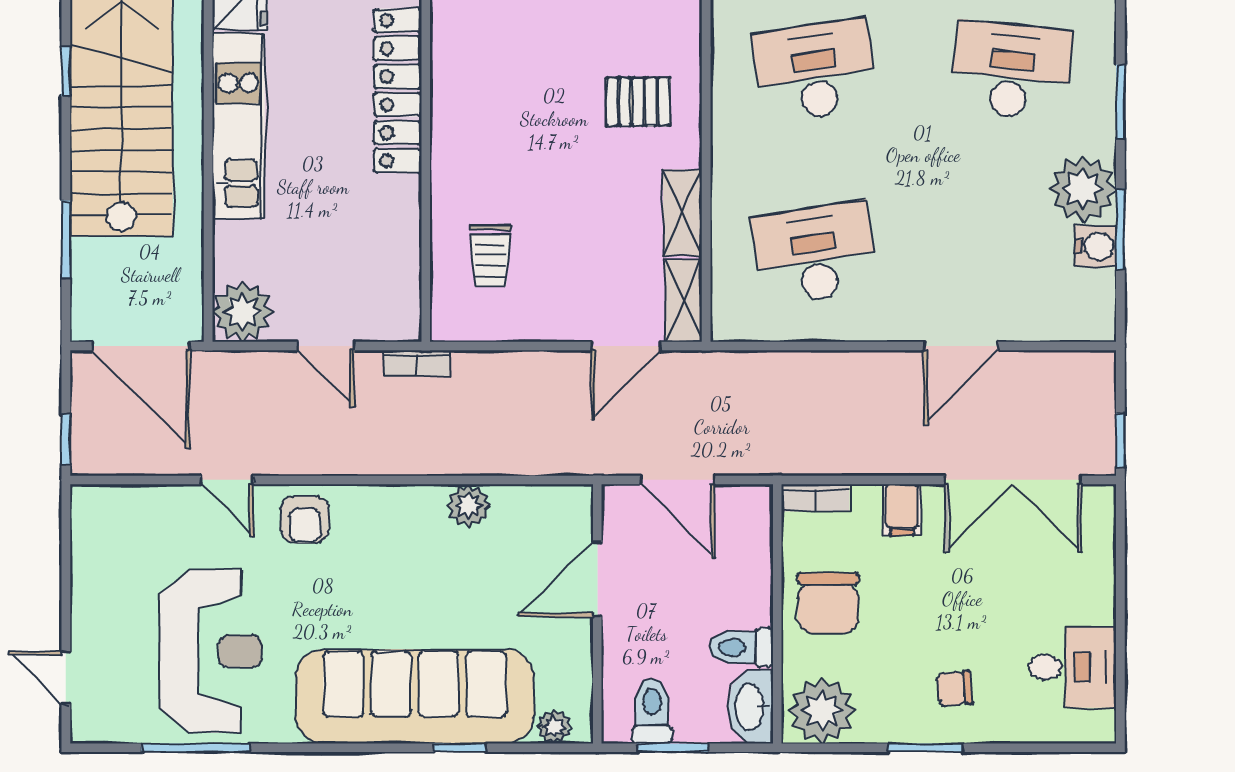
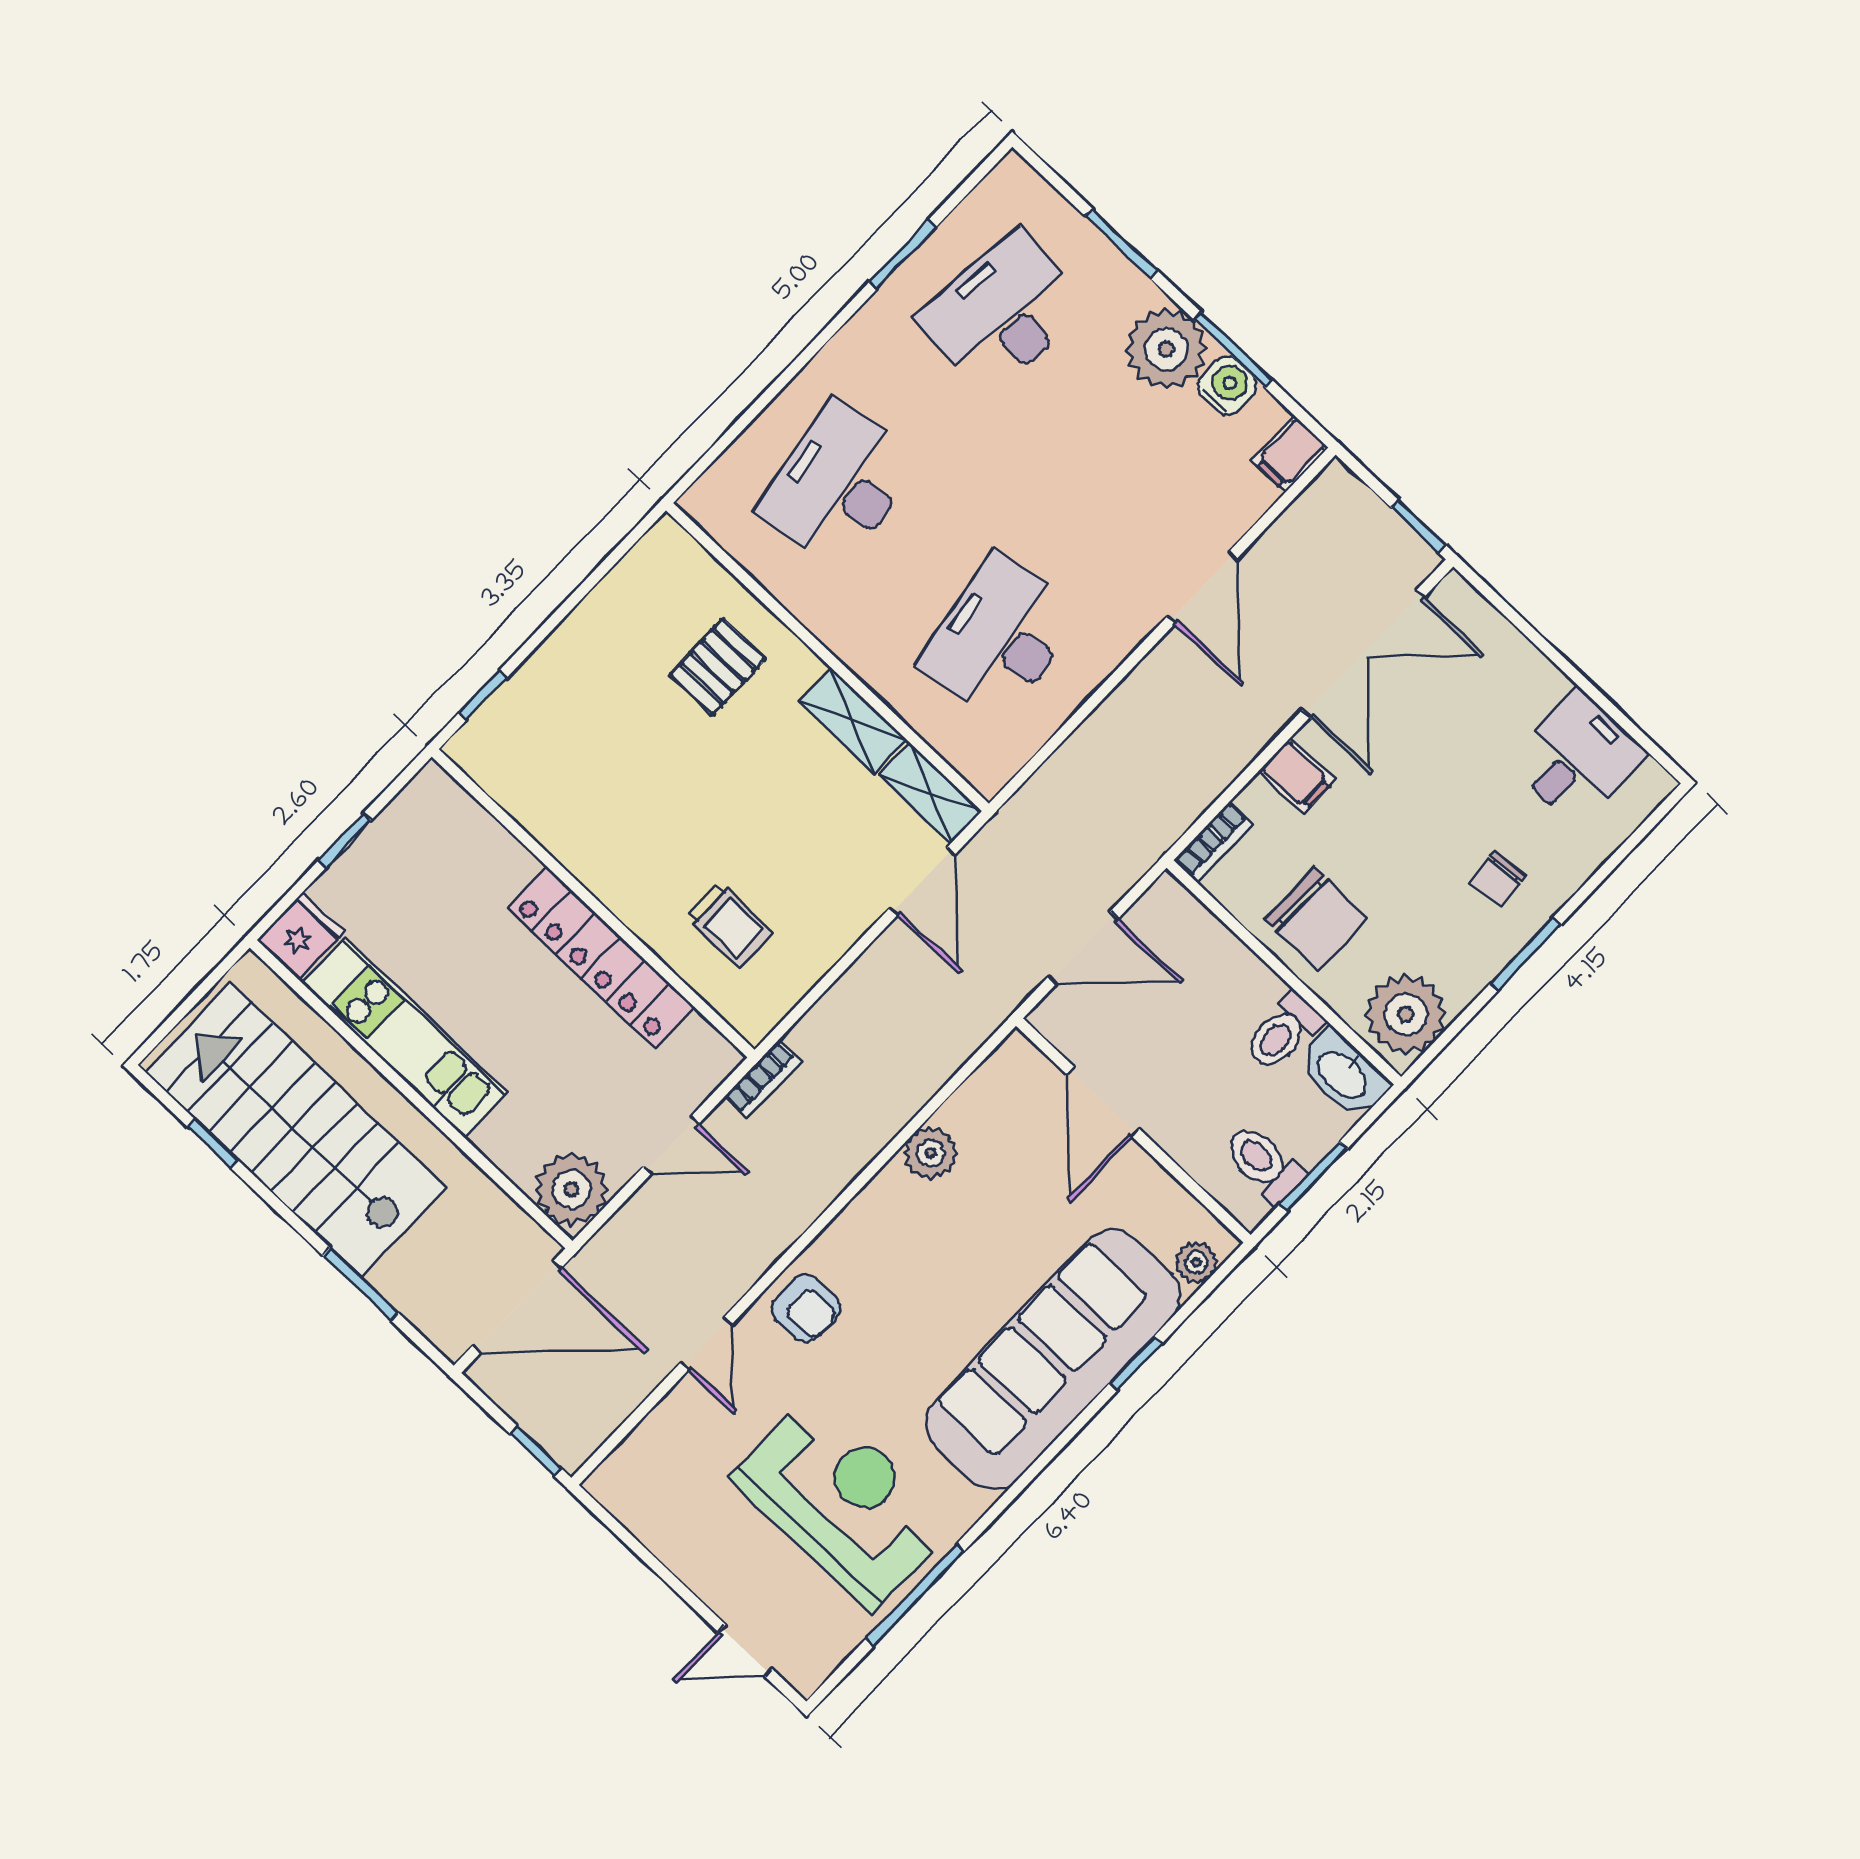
locker: (398, 91) -> (601, 957), moved
filing cabinet: (1090, 322) -> (1290, 454), added
door: (227, 480) -> (706, 1344), hinge flipped

